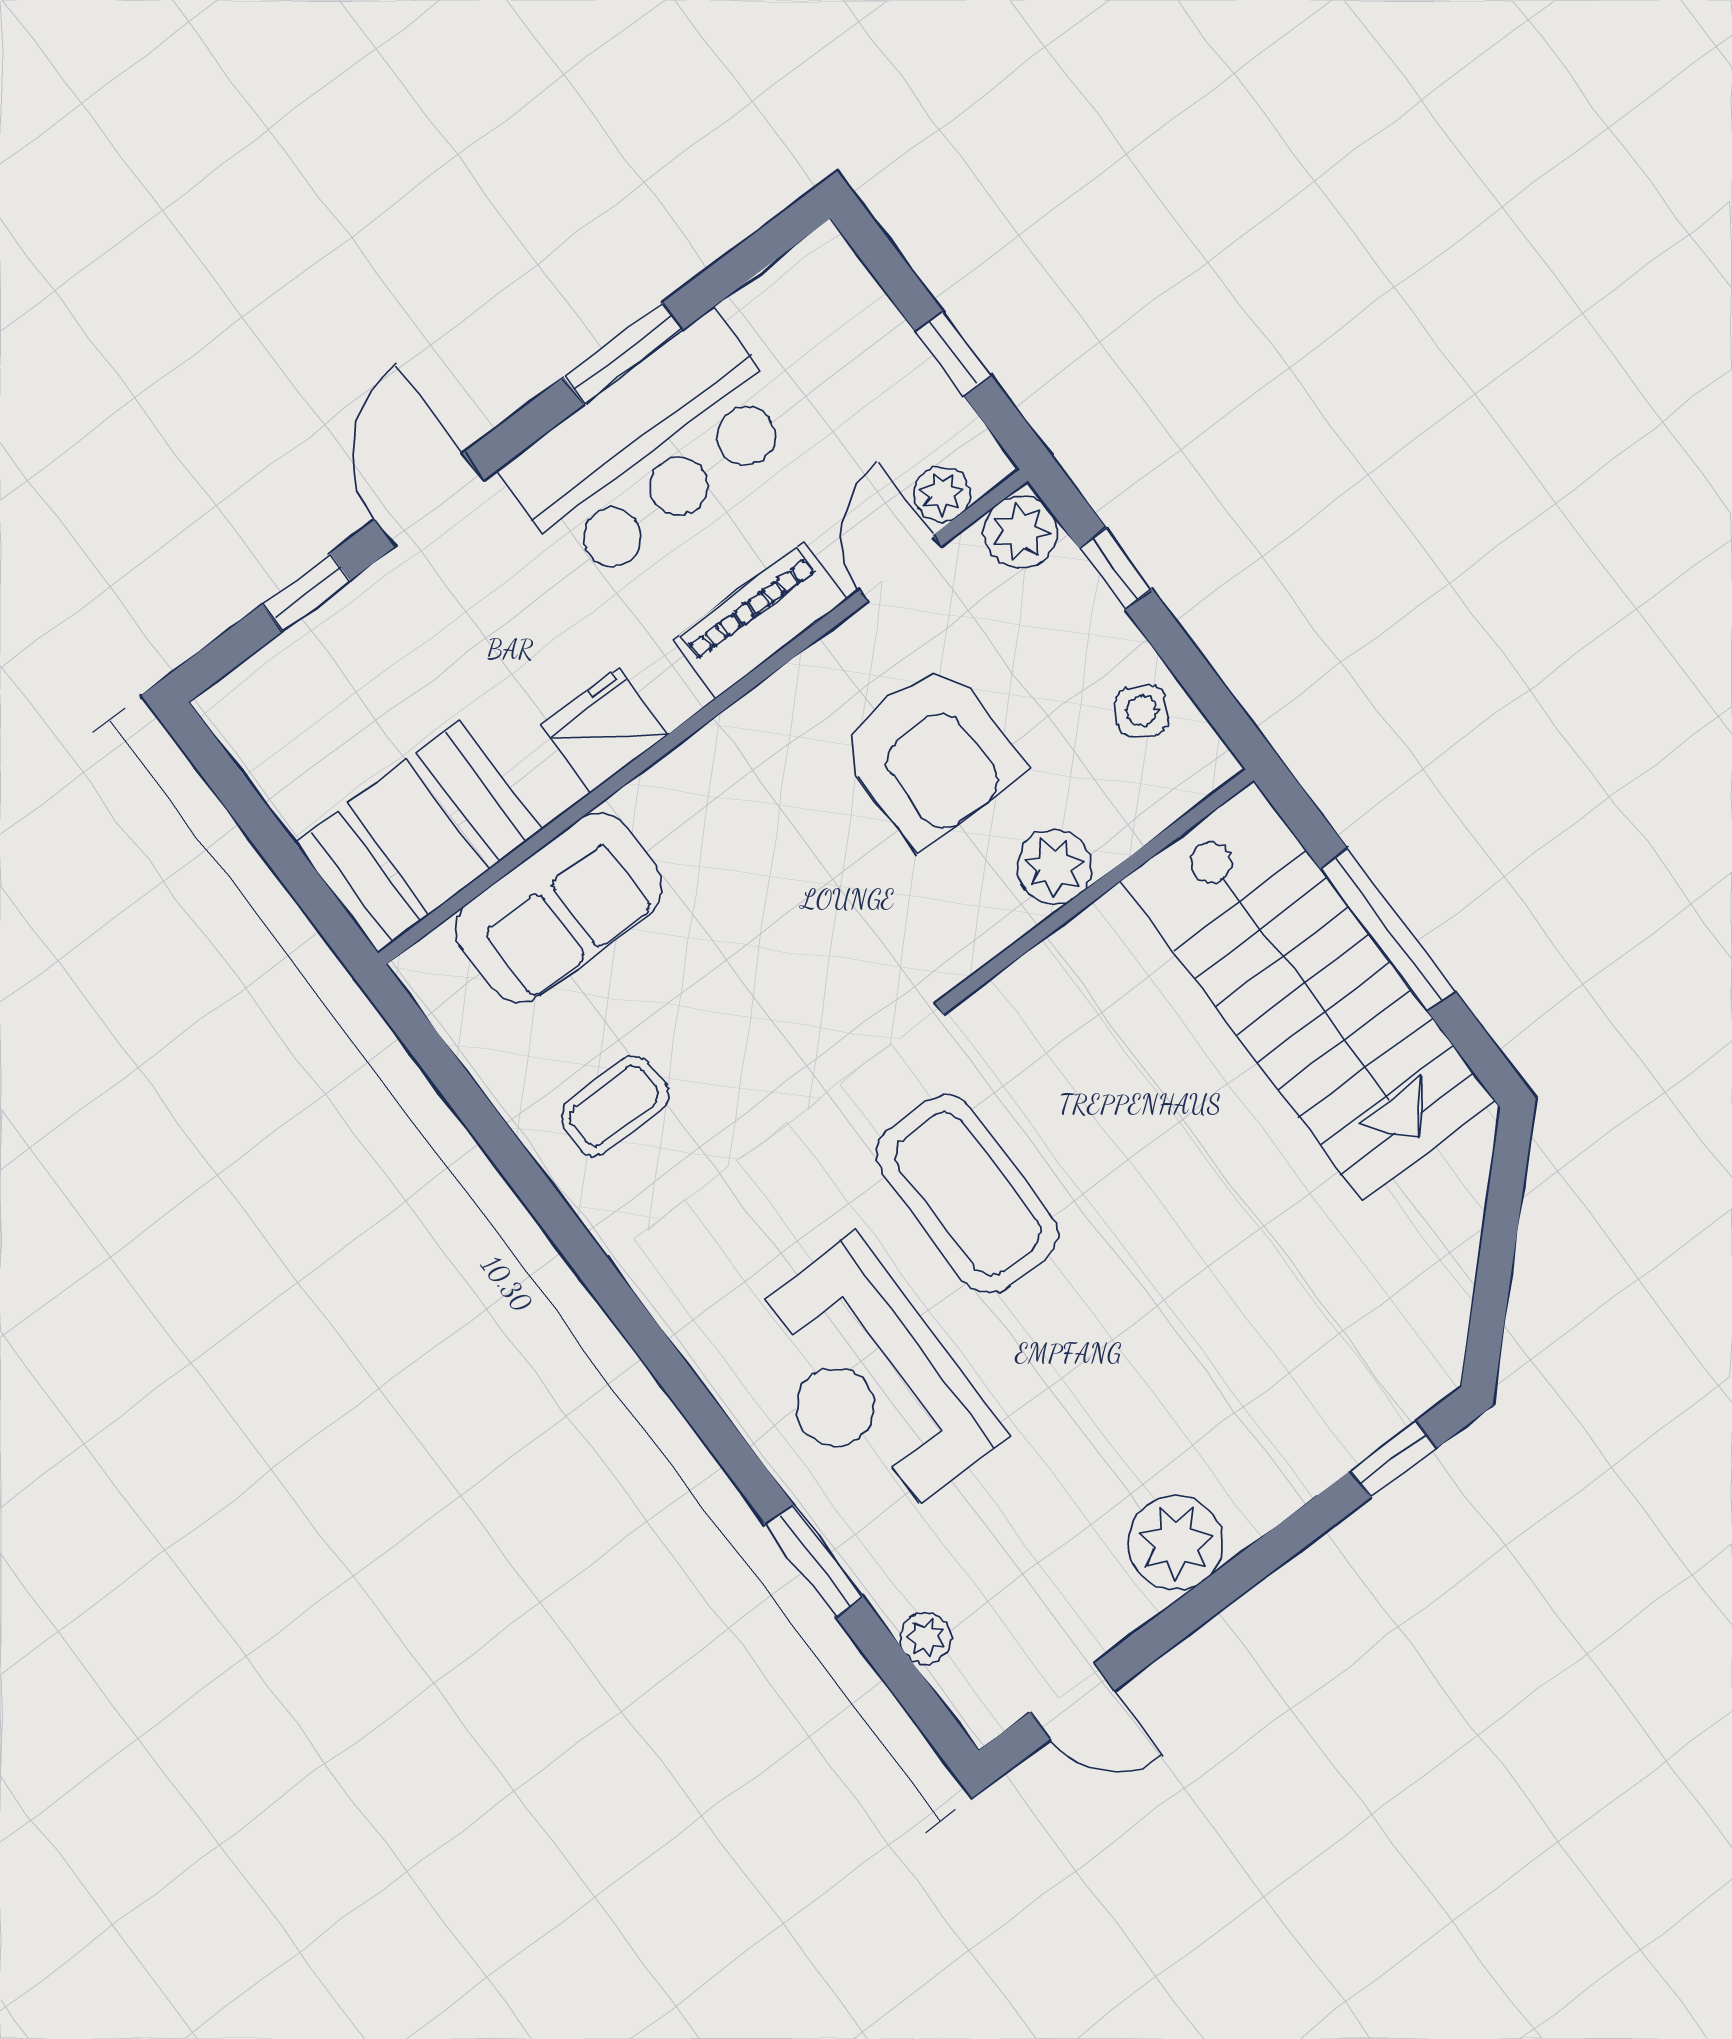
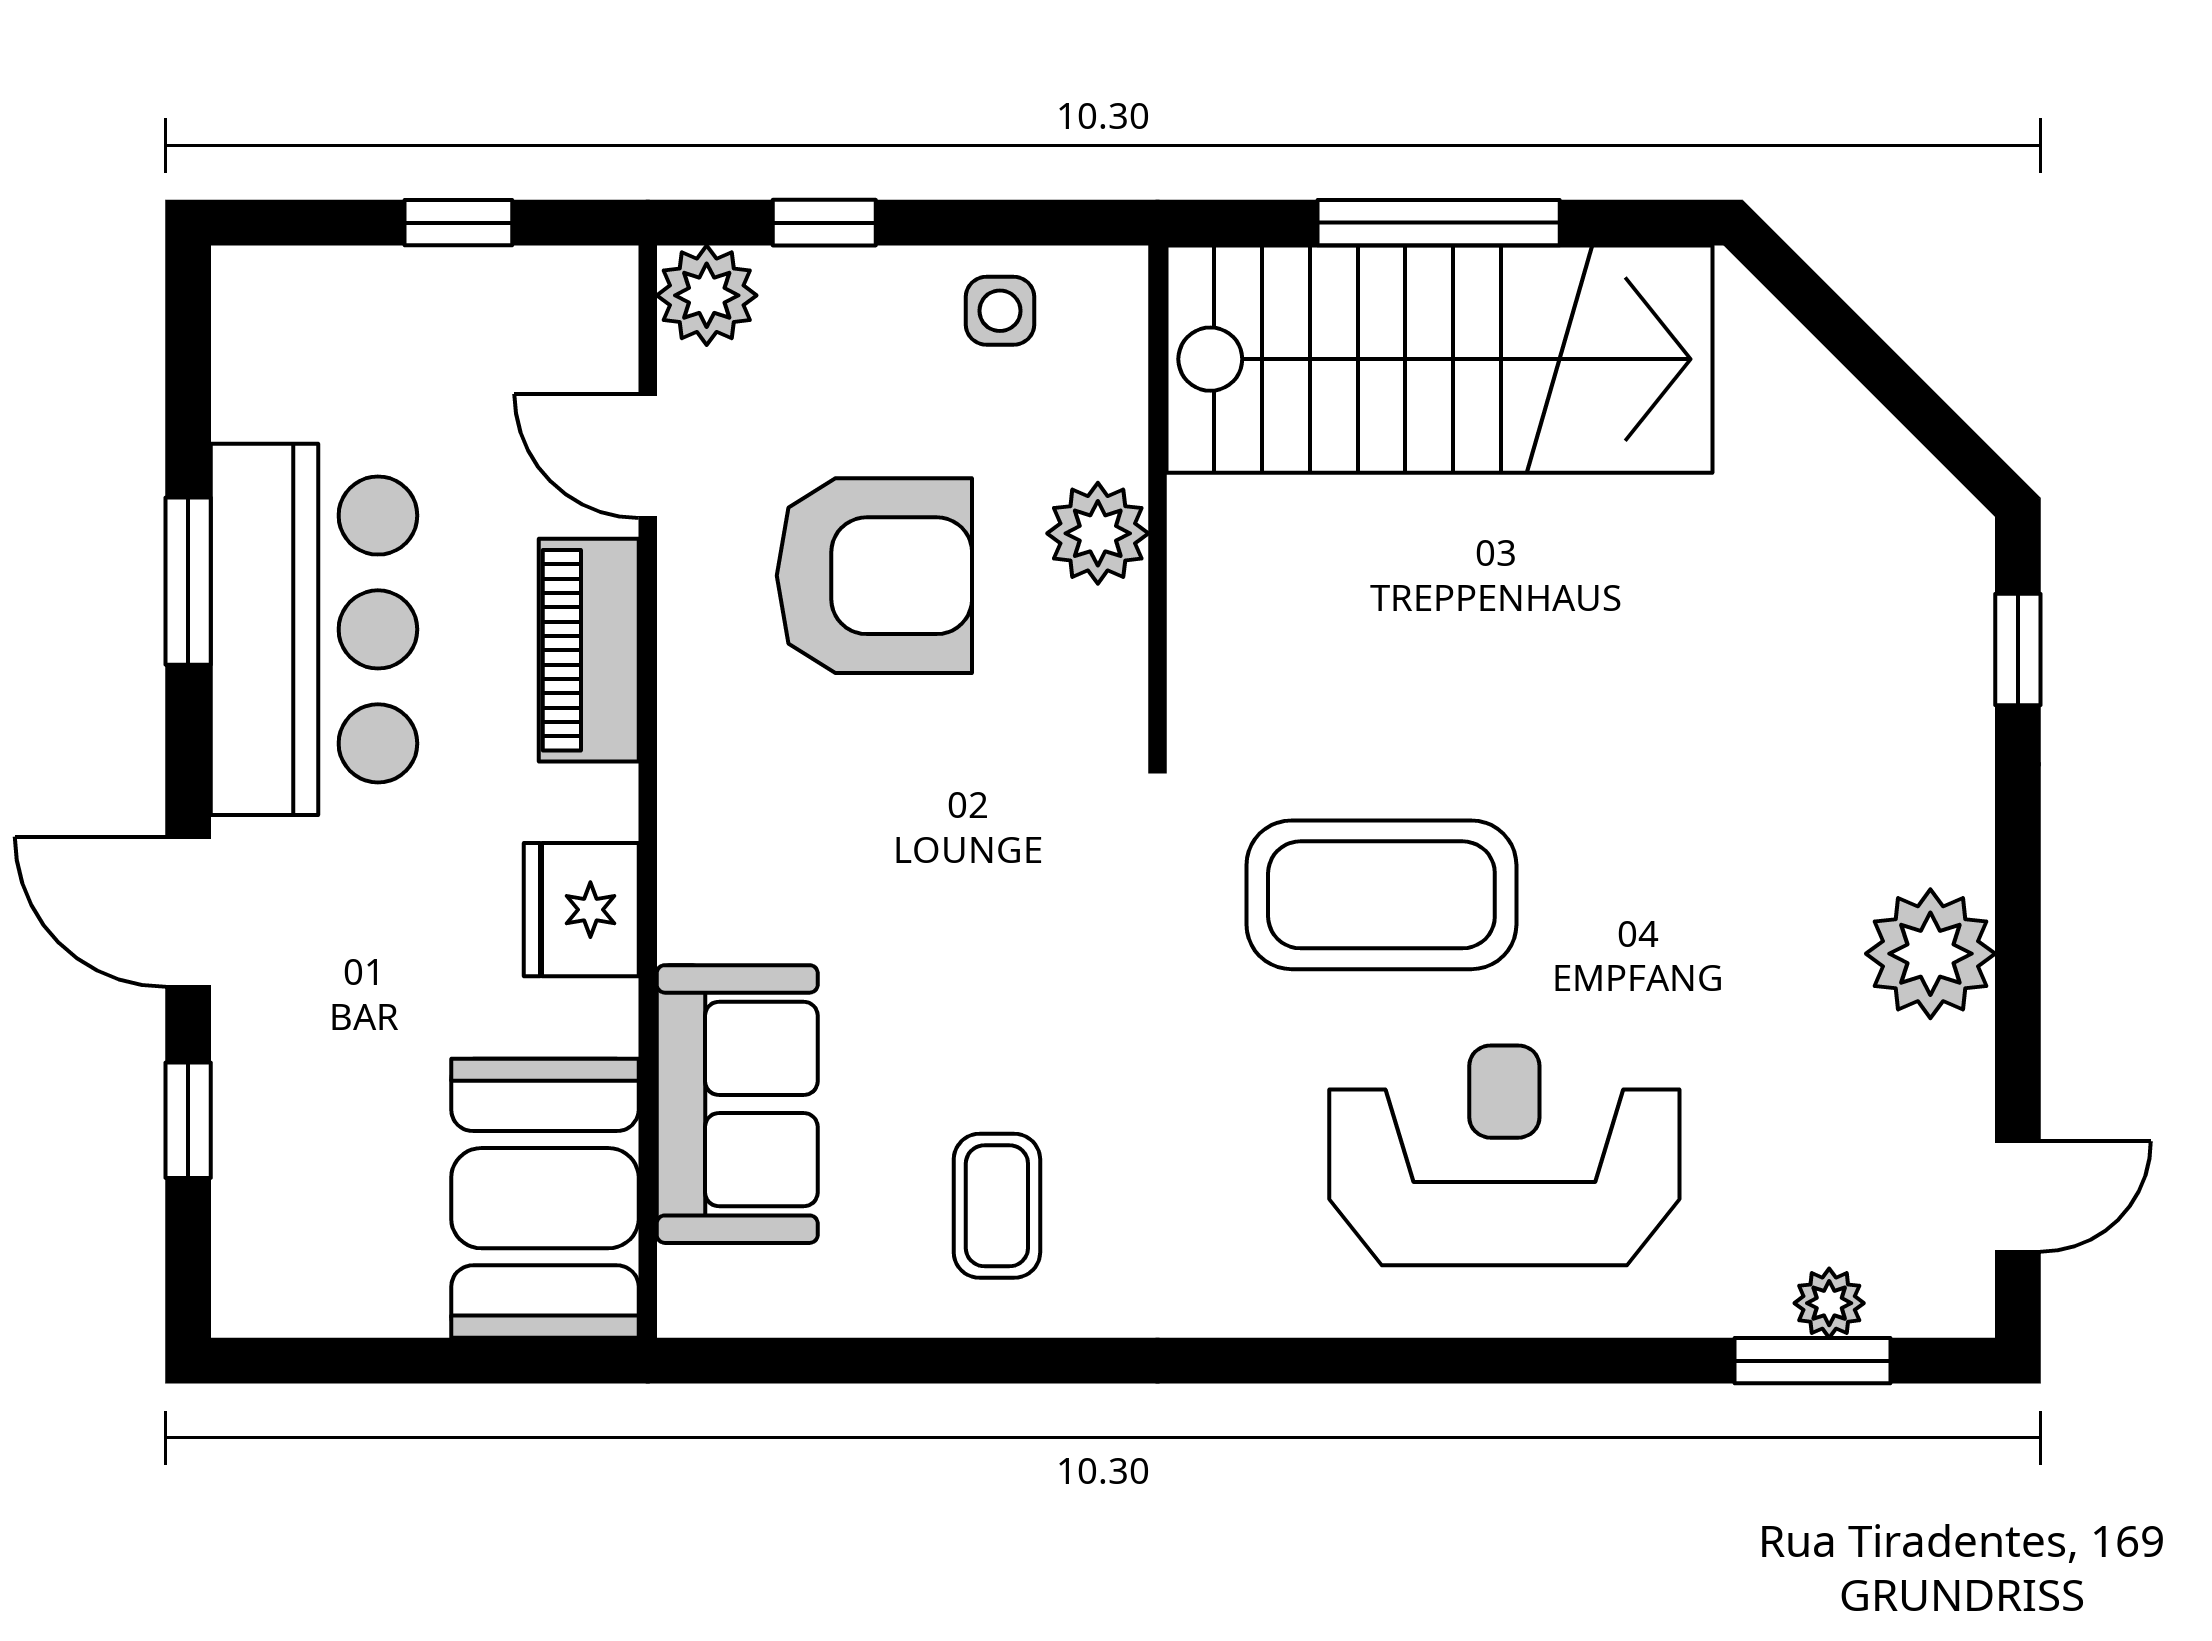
plant: (942, 494) -> (601, 350), removed
side table: (1142, 711) -> (1000, 311), turned -31
reception desk: (869, 1382) -> (1504, 1155), turned 180
window: (814, 1561) -> (1813, 1361), moved

